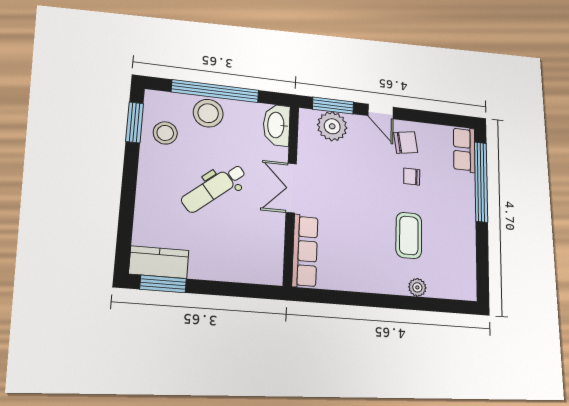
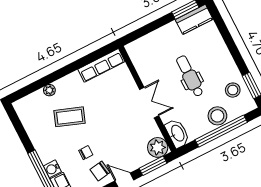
plant: (332, 126) -> (158, 147), moved
water cooler: (465, 183) -> (52, 169), added
dental chair: (214, 188) -> (190, 76), turned -51
coffee table: (409, 235) -> (70, 117), turned -70
row of seats: (305, 251) -> (101, 65), moved, turned -90

